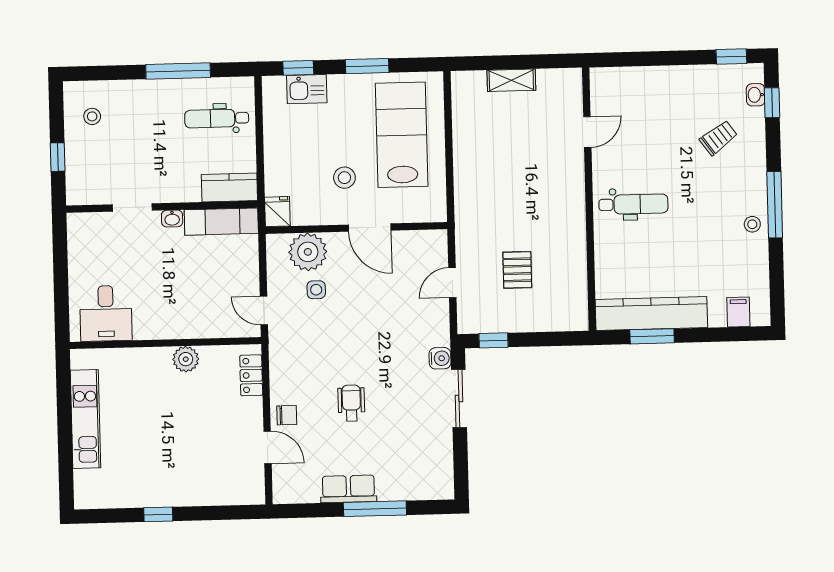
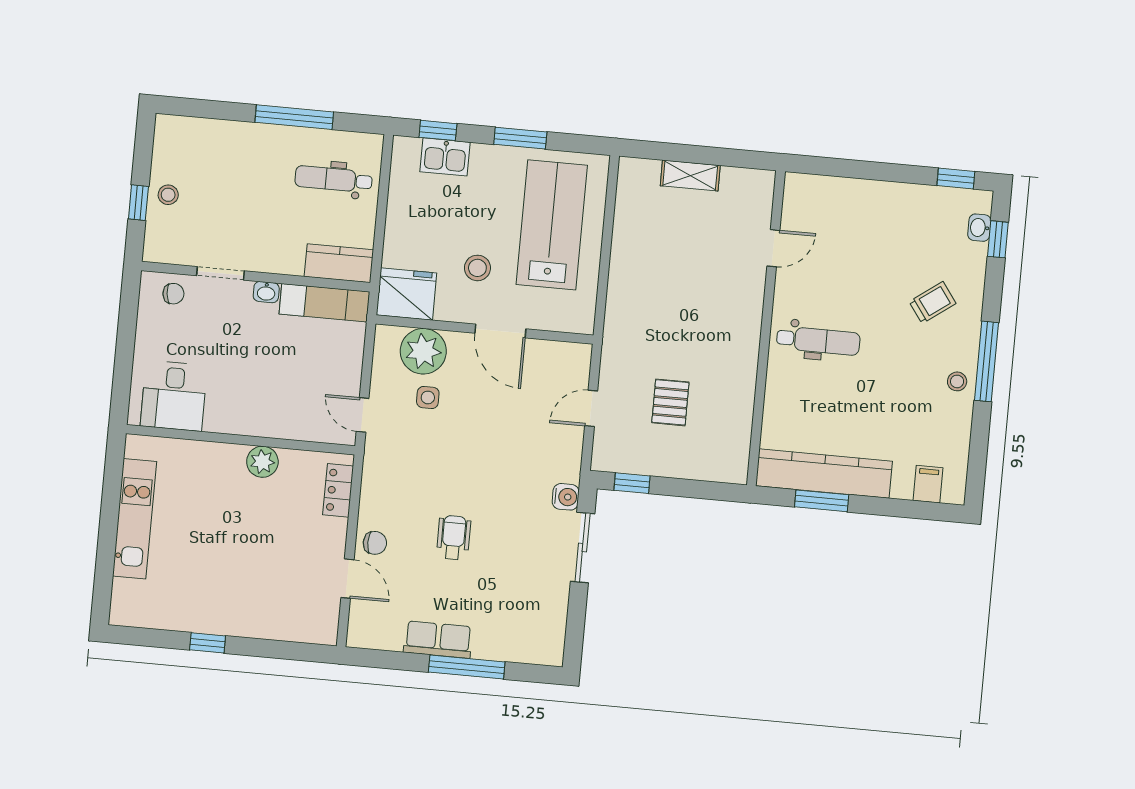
stool: (92, 116) -> (168, 195), moved
trolley: (718, 138) -> (932, 303), moved
fridge: (277, 212) -> (406, 294), width x1.88, depth x1.34
chair: (96, 229) -> (173, 294), added

